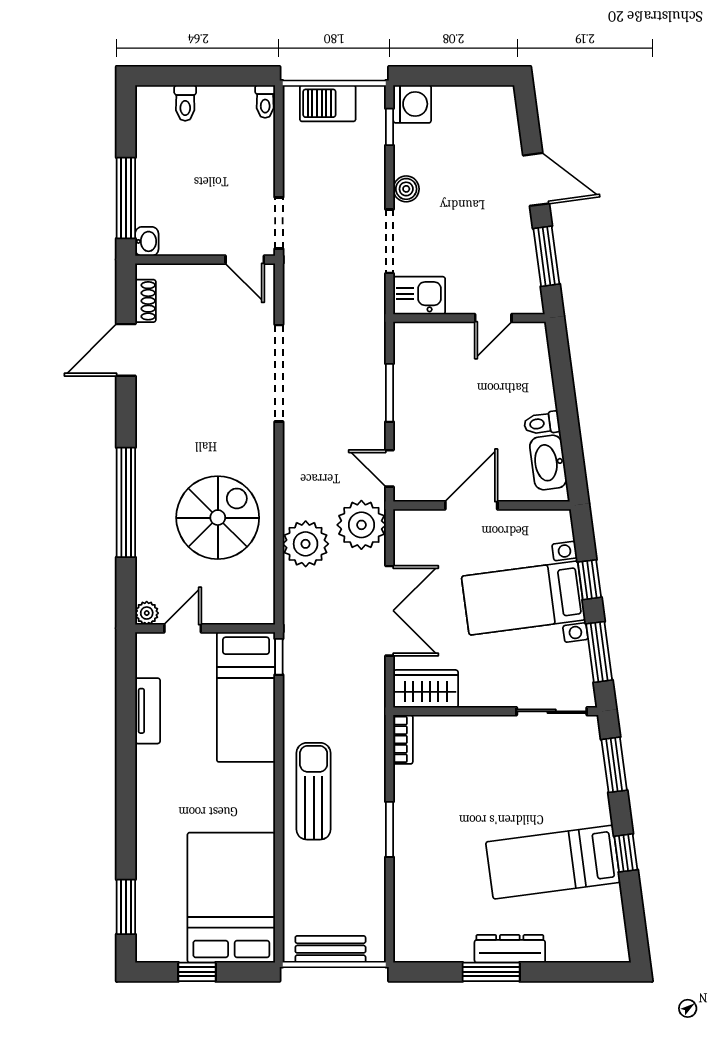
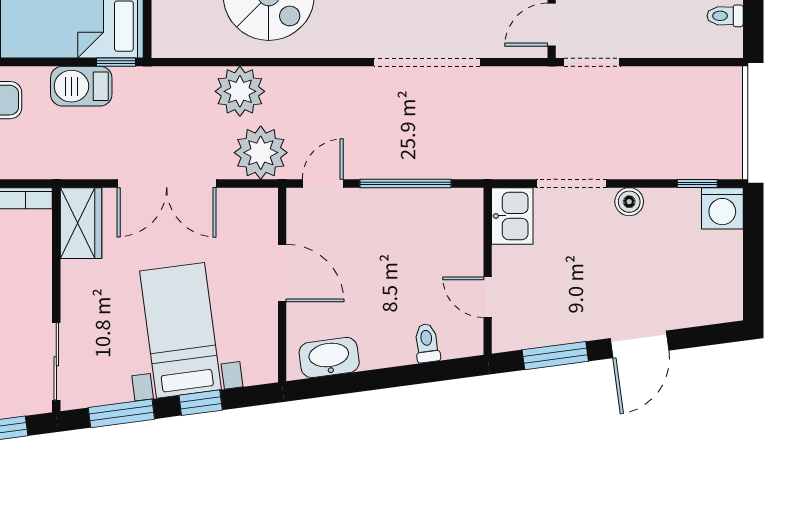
toilet: (265, 101) -> (725, 16), moved
barbecue: (328, 103) -> (81, 86), moved, turned -90
window: (390, 393) -> (406, 183), width x1.44
toilet: (542, 423) -> (427, 343), moved

